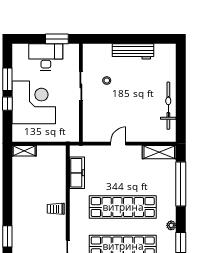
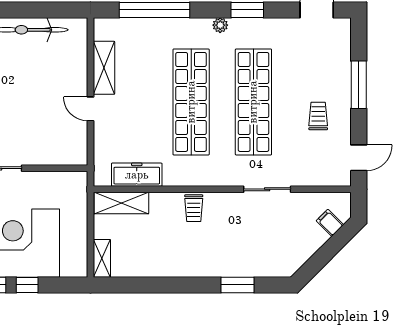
shelving: (159, 152) -> (104, 68), moved
shelving: (59, 163) -> (121, 203), added

